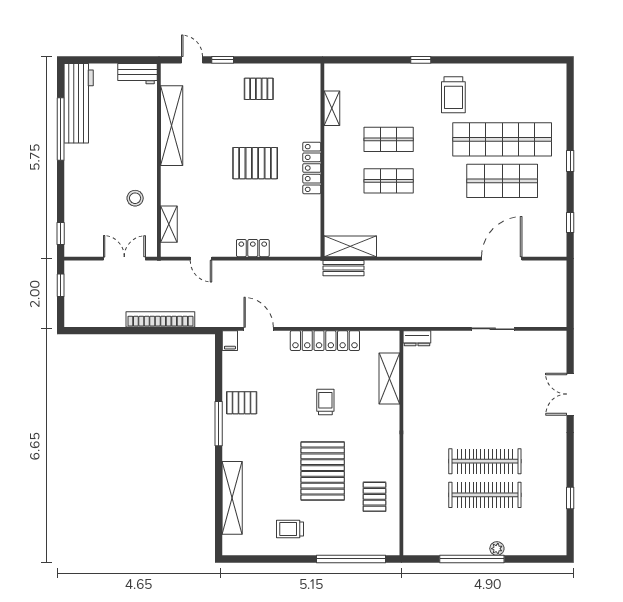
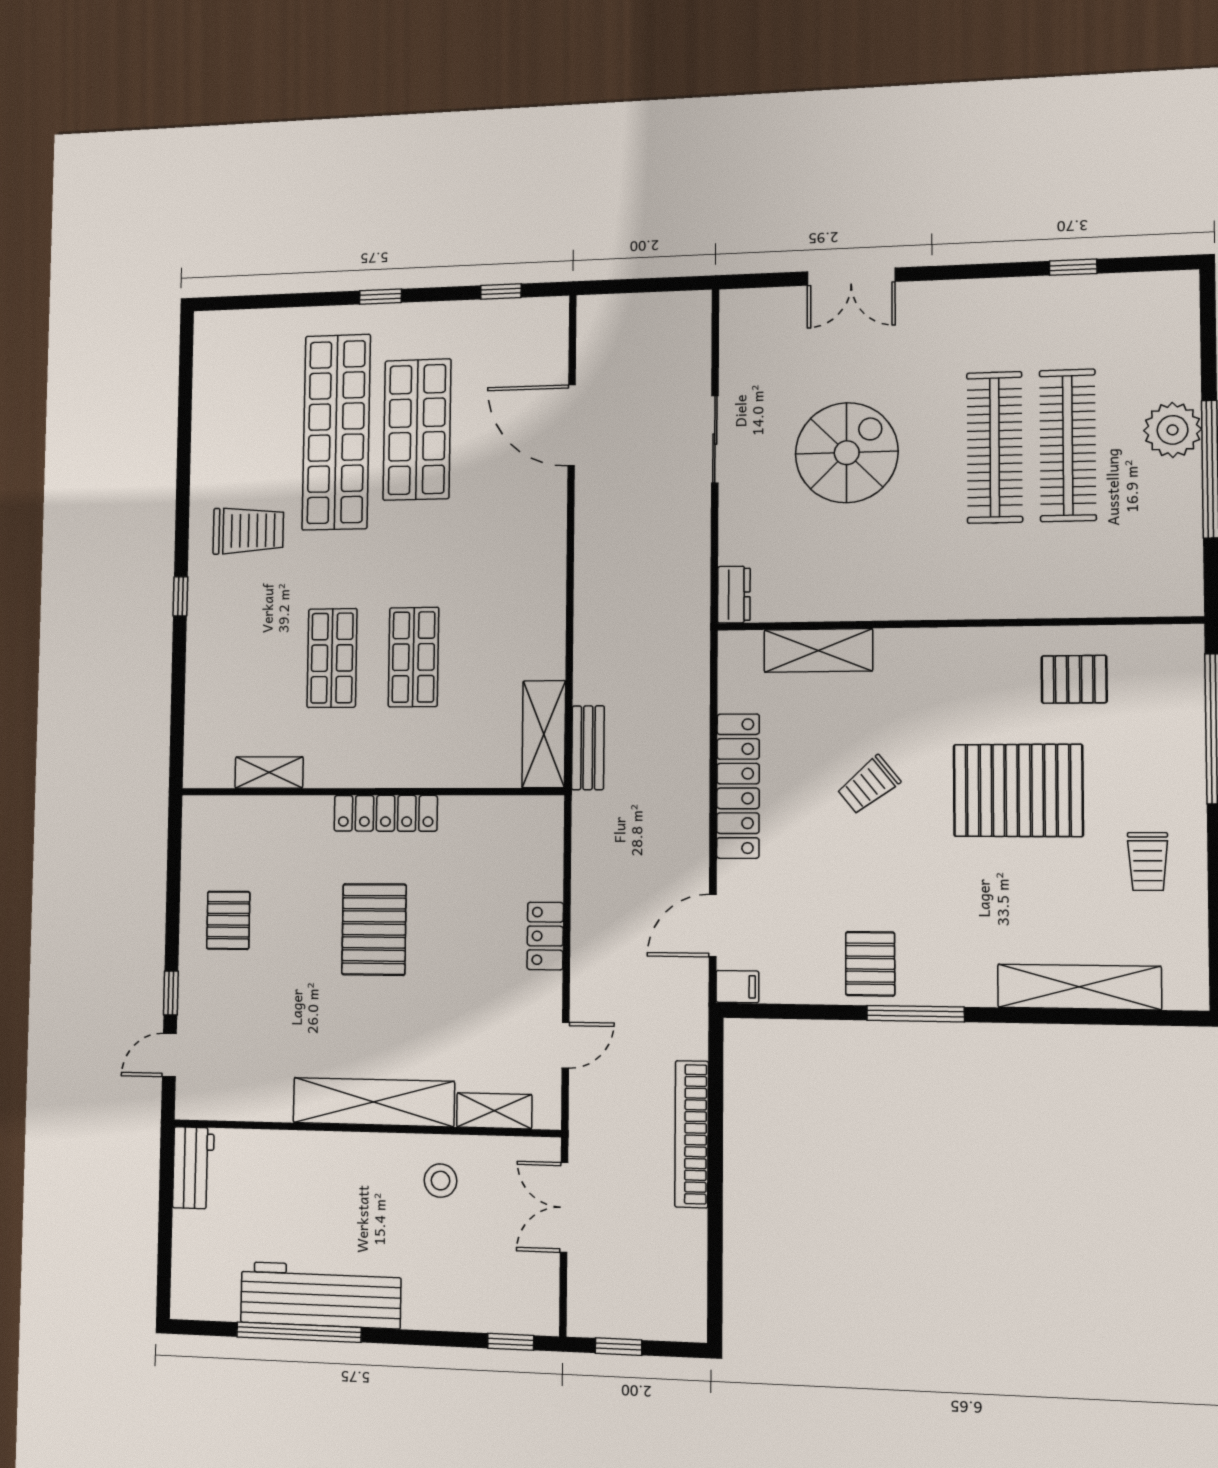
workbench: (79, 103) -> (321, 1295), moved
shelving: (172, 126) -> (374, 1102), moved
spiral stairs: (484, 392) -> (847, 453), added
trolley: (325, 402) -> (868, 785), turned -39
plant: (497, 549) -> (1173, 430), width x1.88, depth x1.88

